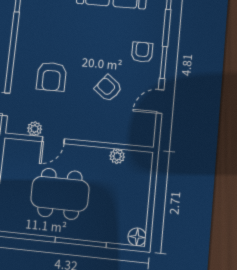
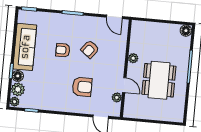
armchair: (142, 52) -> (63, 50), moved
door: (160, 101) -> (114, 17), moved
plant: (117, 156) -> (133, 58), moved

